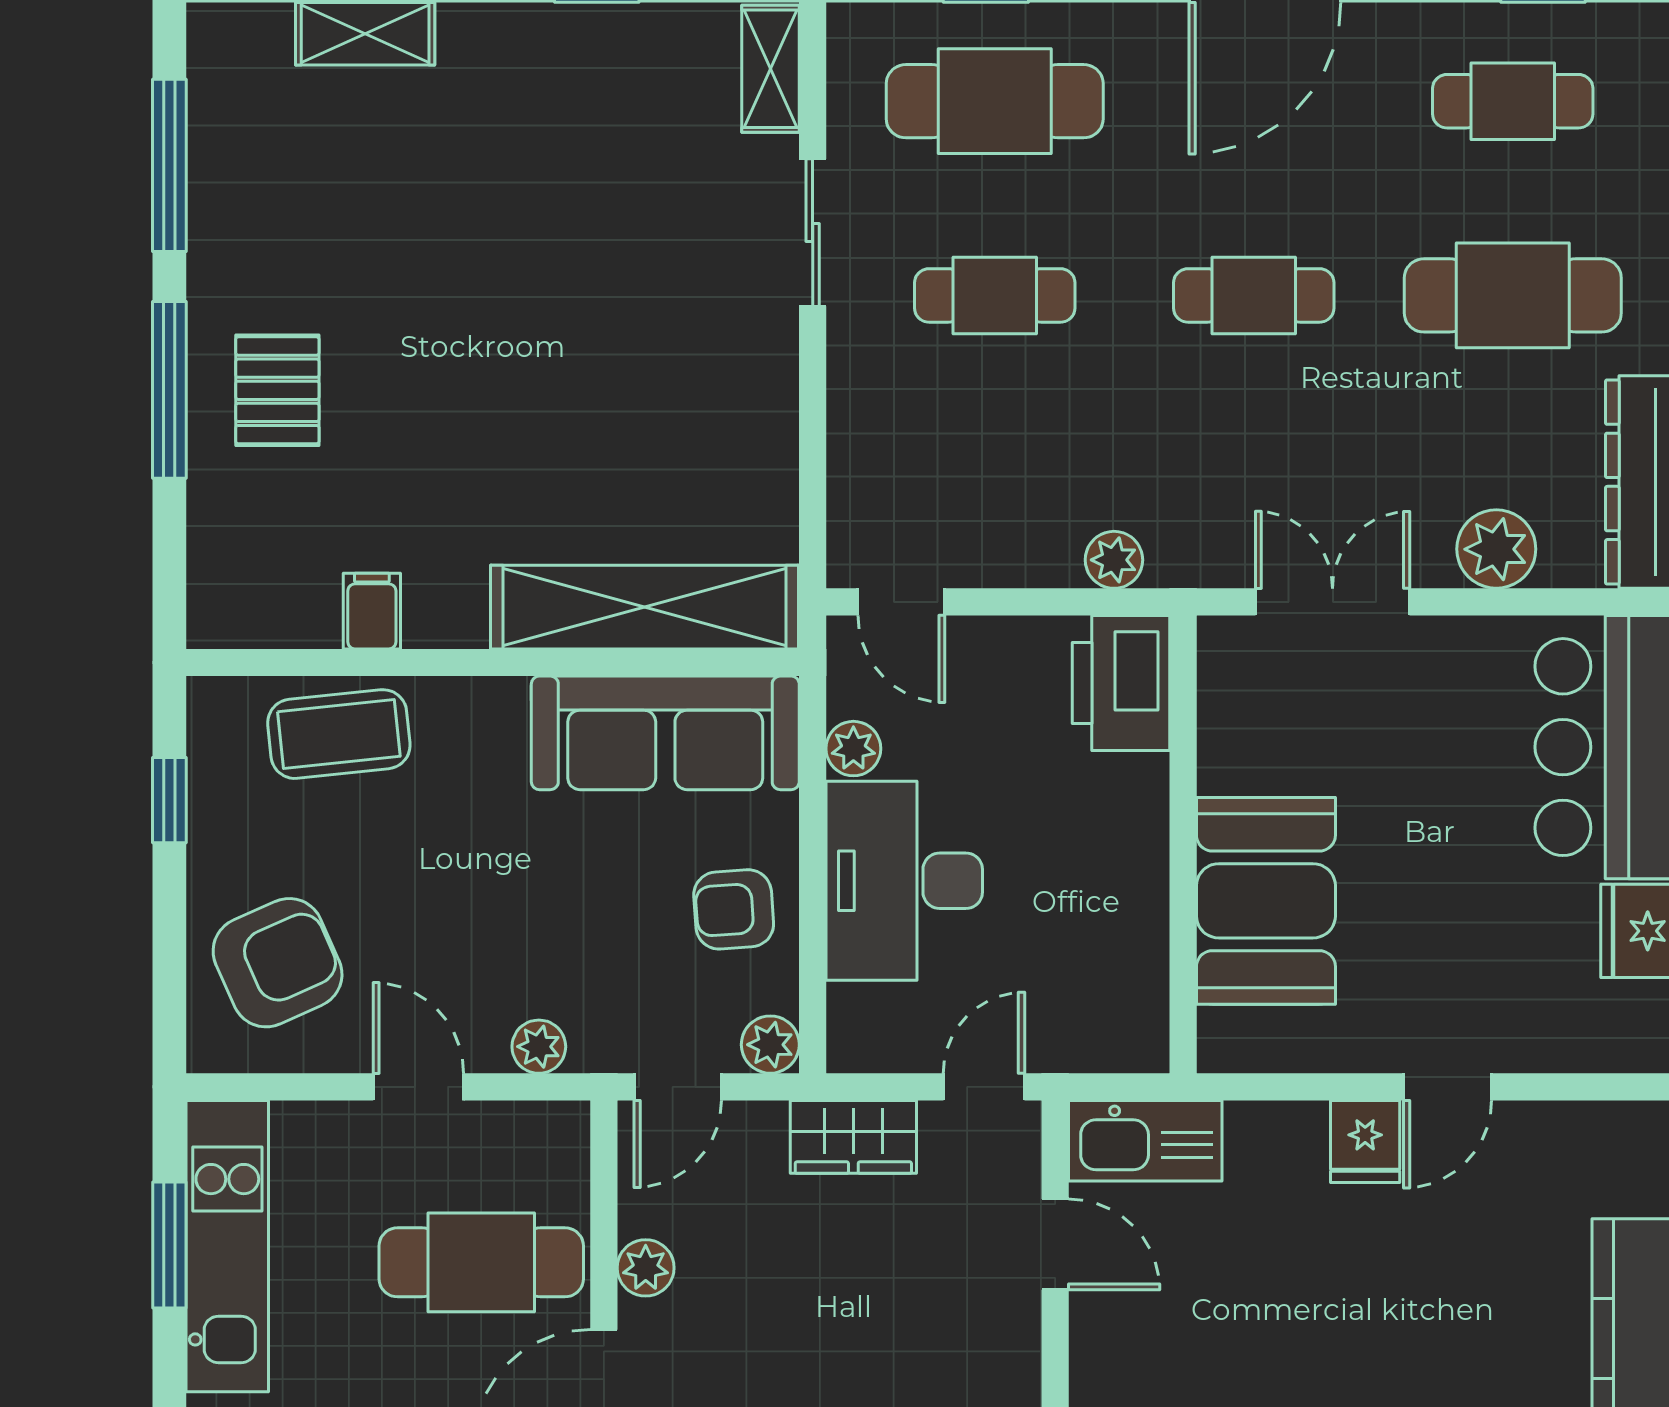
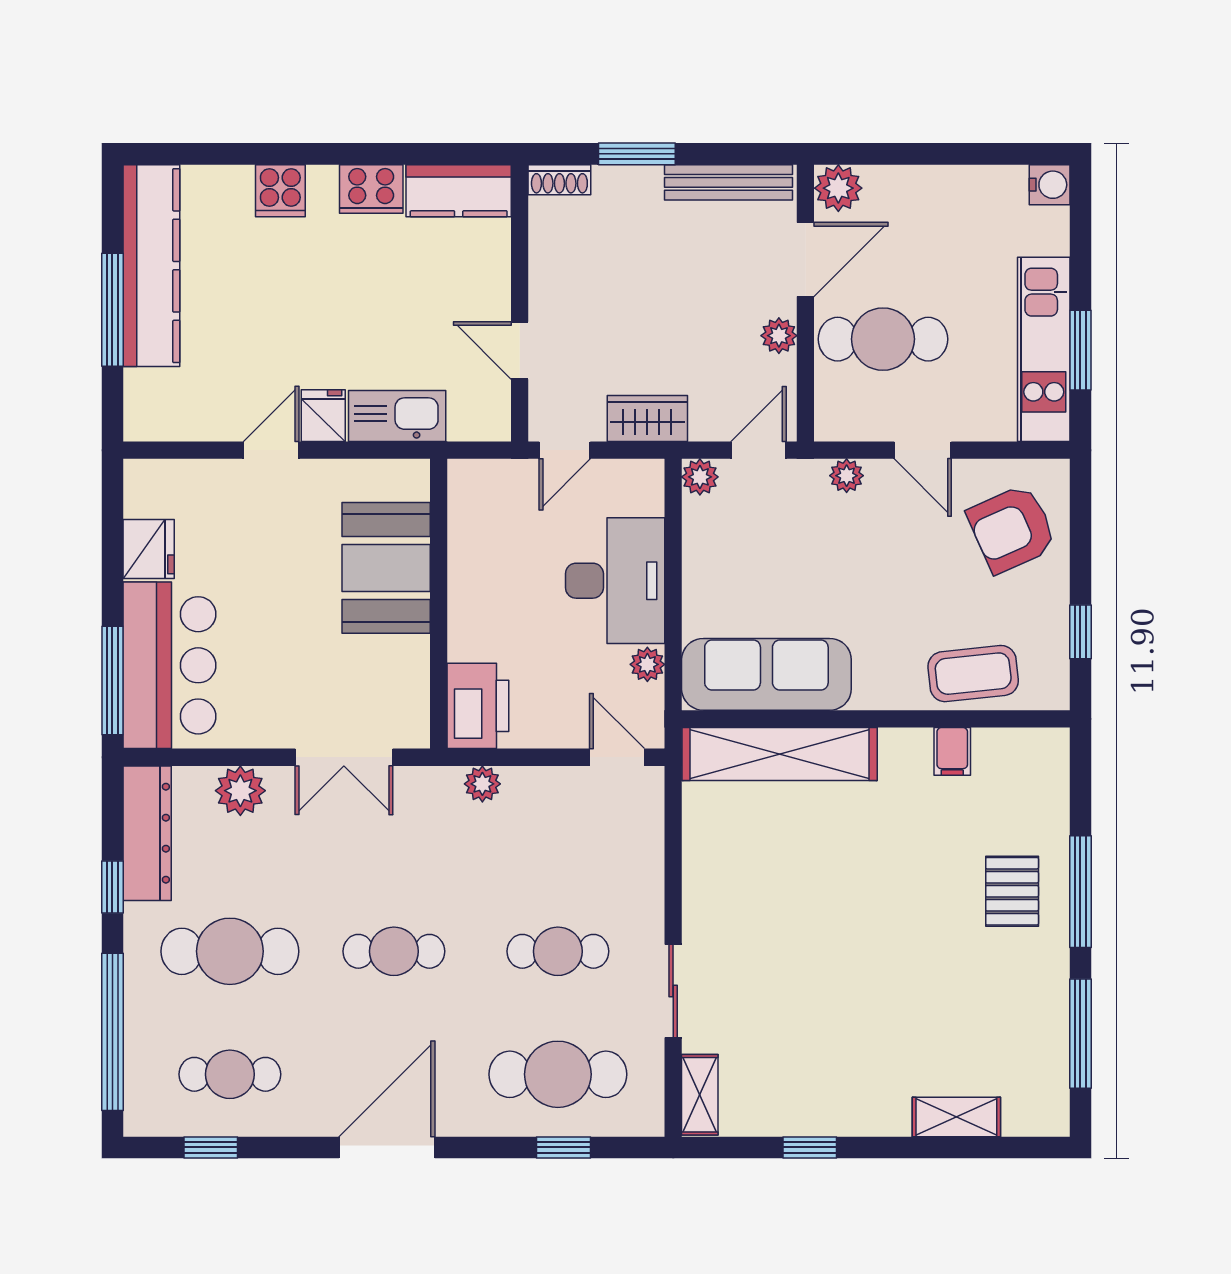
armchair: (734, 909) -> (723, 563), removed
kitchen sink: (1145, 1141) -> (397, 416), moved

